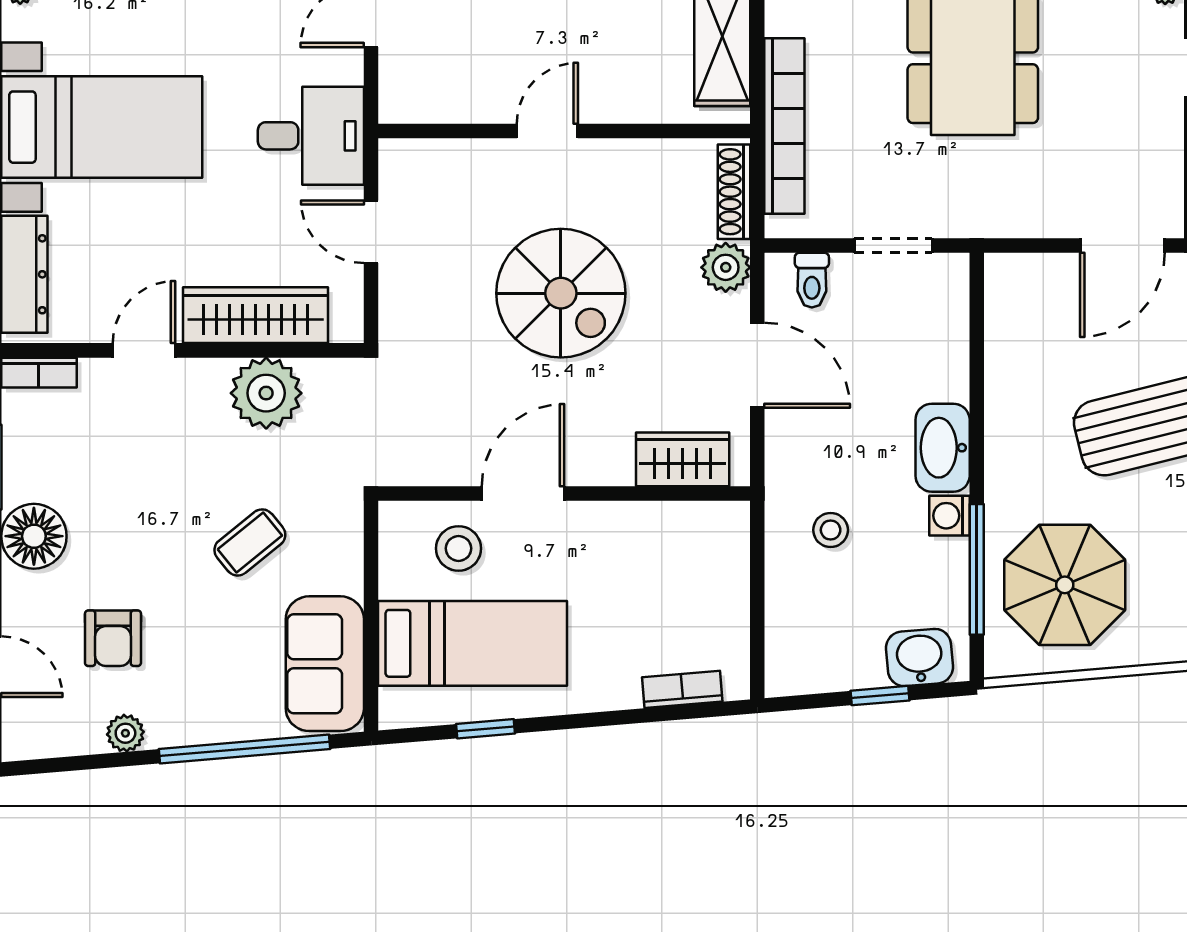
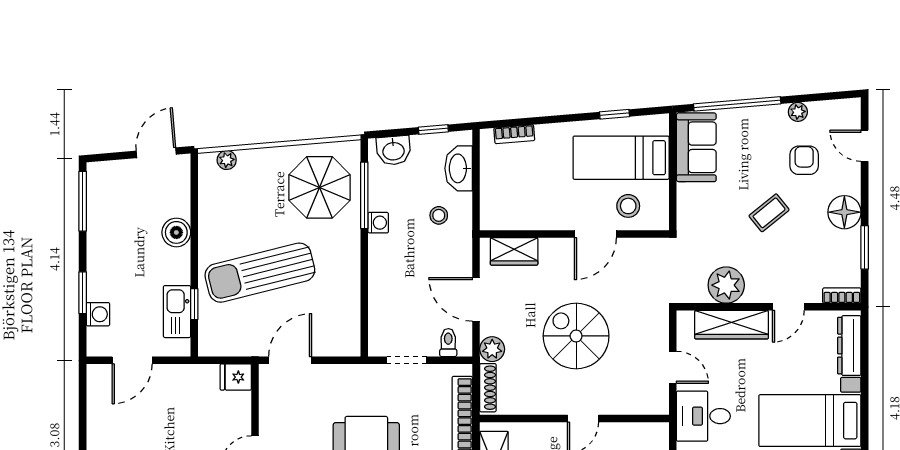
washbasin: (943, 448) -> (459, 168), moved, turned 180
coffee table: (250, 542) -> (769, 213), moved
window: (880, 696) -> (433, 129), moved

